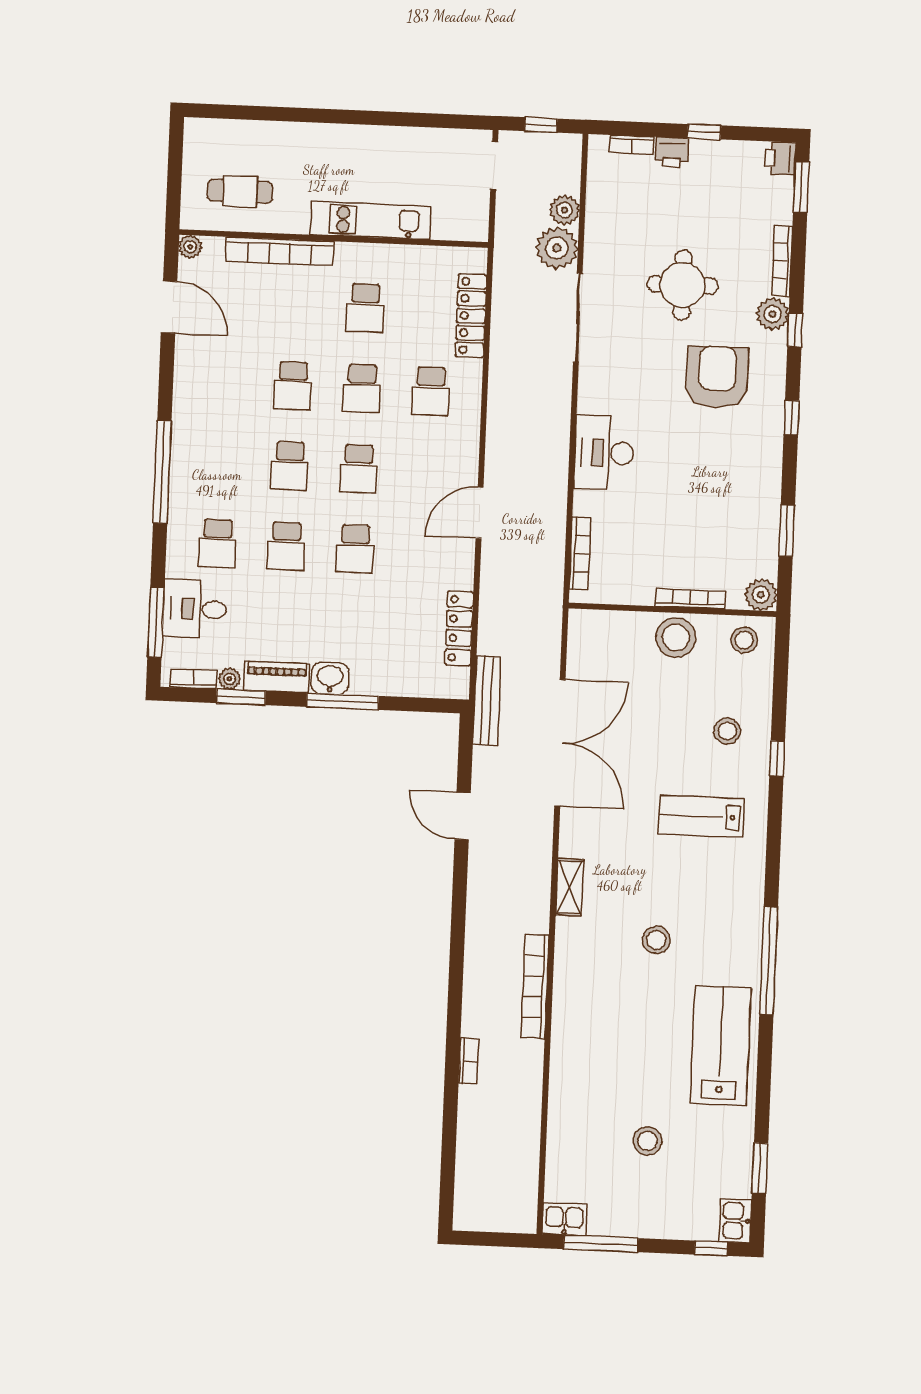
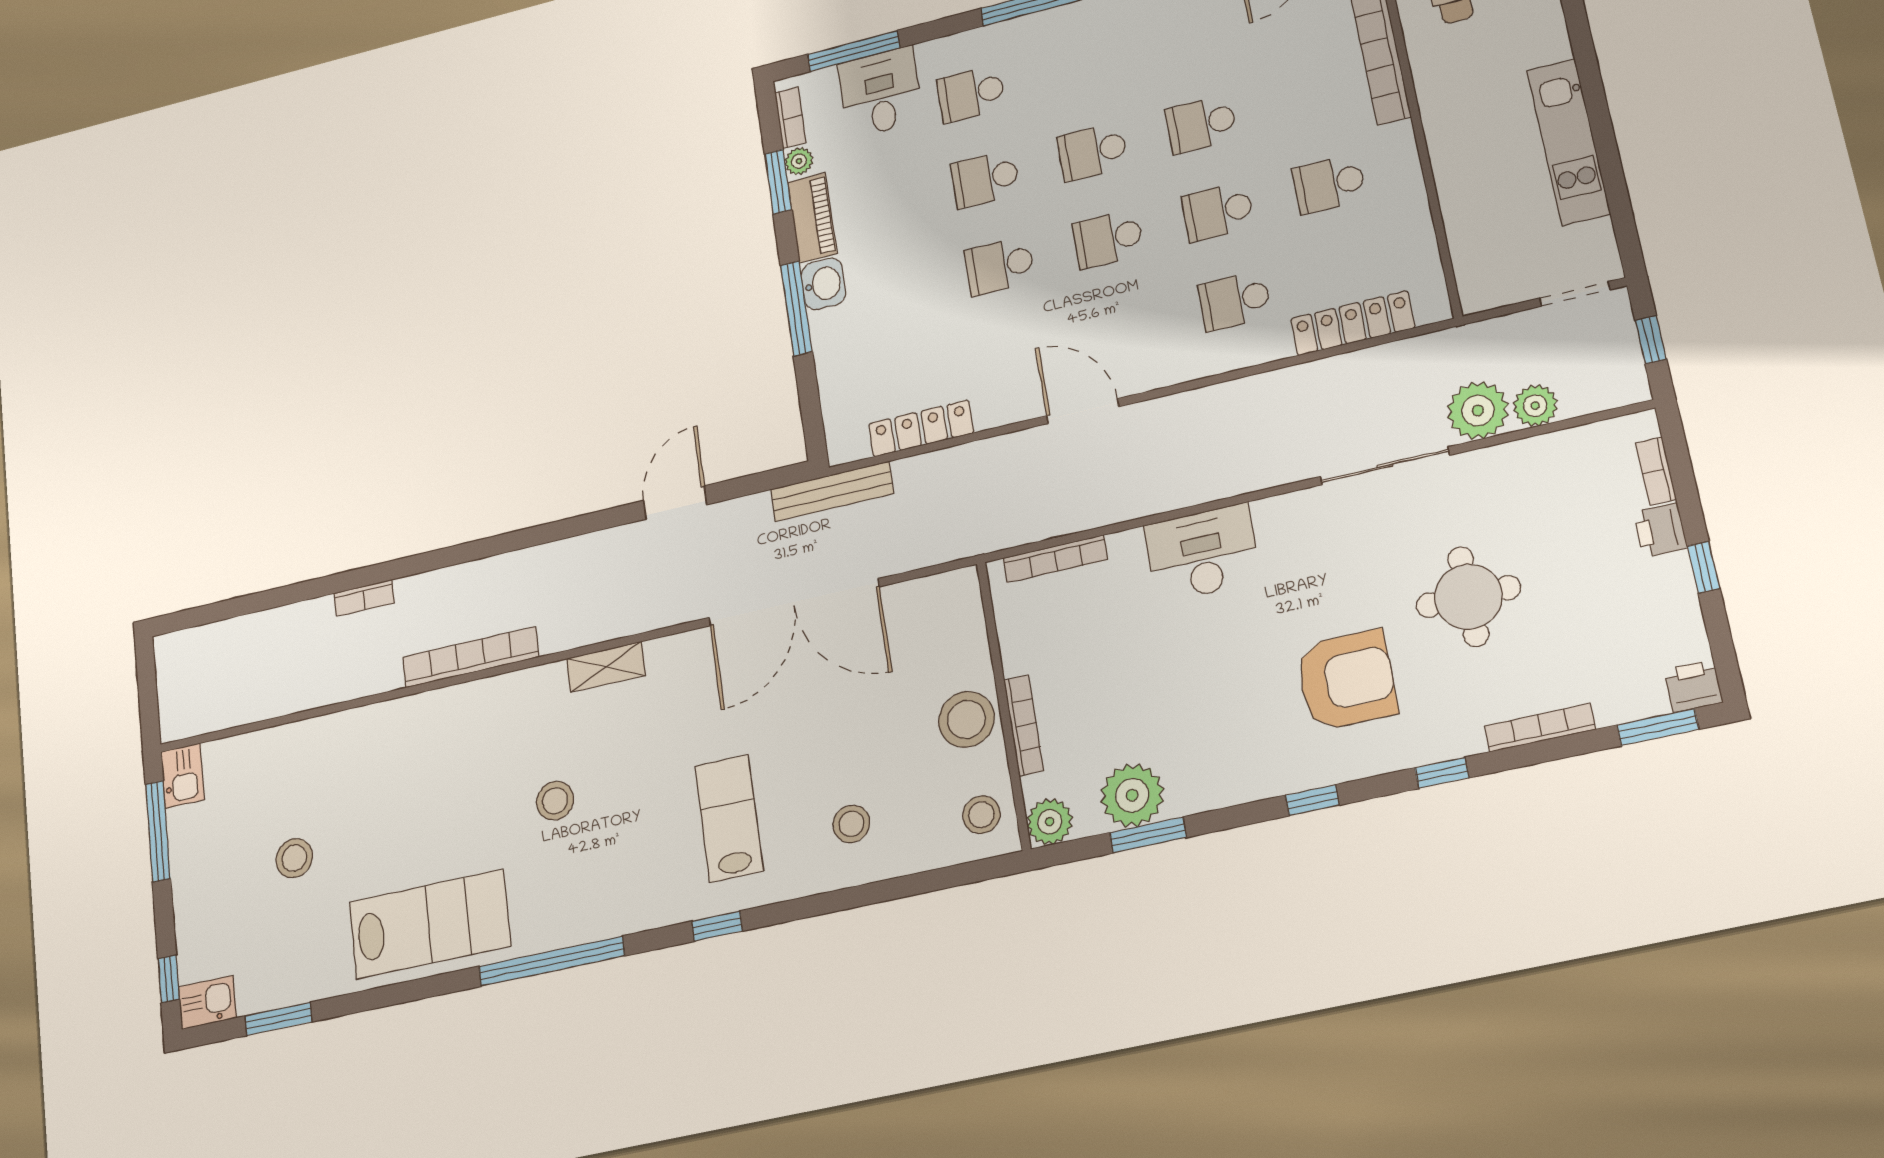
kitchen unit: (371, 220) -> (1568, 142), moved, turned 180
plant: (773, 314) -> (1132, 795), moved, width x1.36, depth x1.36
window: (777, 759) -> (717, 926), moved

